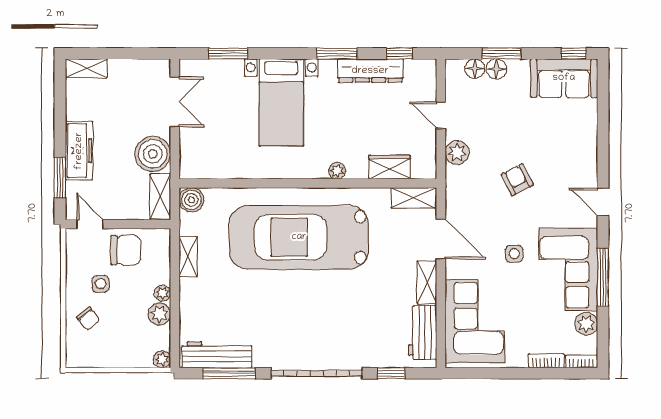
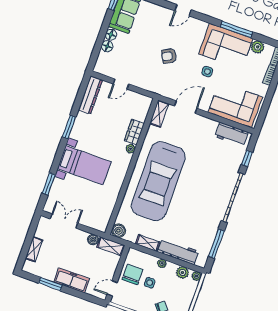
window: (399, 53) -> (81, 94), removed
window: (501, 53) -> (100, 41), removed
shelving: (86, 68) -> (34, 249), moved
floor lamp: (475, 69) -> (111, 35), moved
dresser: (370, 71) -> (91, 95), moved
plant: (457, 153) -> (144, 82), removed
boiler: (153, 154) -> (93, 240), width x0.54, depth x0.54
wardrobe: (390, 167) -> (134, 132), moved
window: (60, 178) -> (50, 284), moved
door: (603, 202) -> (183, 10), moved
shelving: (427, 282) -> (206, 123), removed
side table: (101, 284) -> (150, 283), moved
plant: (159, 314) -> (182, 272), moved
workbench: (217, 355) -> (178, 252), moved, turned 90

